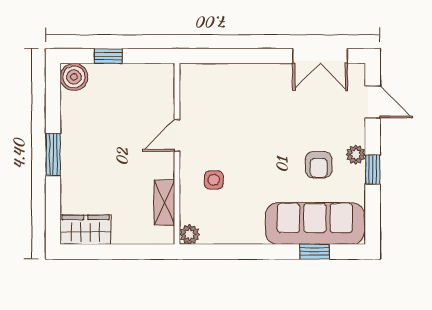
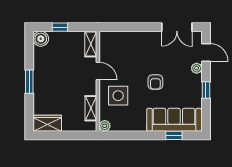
shelving: (164, 86) -> (91, 44), added
door: (177, 135) -> (98, 71), swing flipped
plant: (356, 155) -> (197, 68), moved
armchair: (319, 165) -> (155, 82), moved
side table: (214, 180) -> (118, 96), width x1.87, depth x1.87

